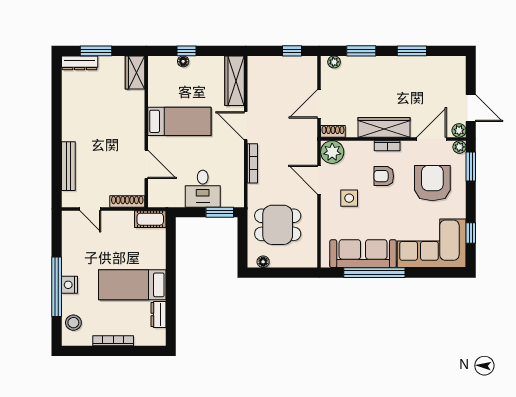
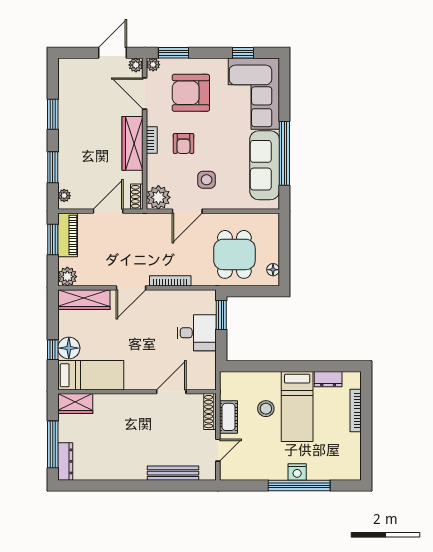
window: (96, 51) -> (53, 444), width x1.44
window: (292, 51) -> (53, 239), width x1.50
floor lamp: (183, 61) -> (69, 348), width x1.89, depth x1.89
plant: (257, 65) -> (67, 277), added
piano: (296, 65) -> (68, 235), added
door: (319, 104) -> (108, 211), swing flipped
bed: (179, 121) -> (91, 375), moved, turned 90
cot: (150, 219) -> (229, 417), moved
stool: (73, 323) -> (266, 409), moved
bookcase: (113, 341) -> (356, 411), moved

